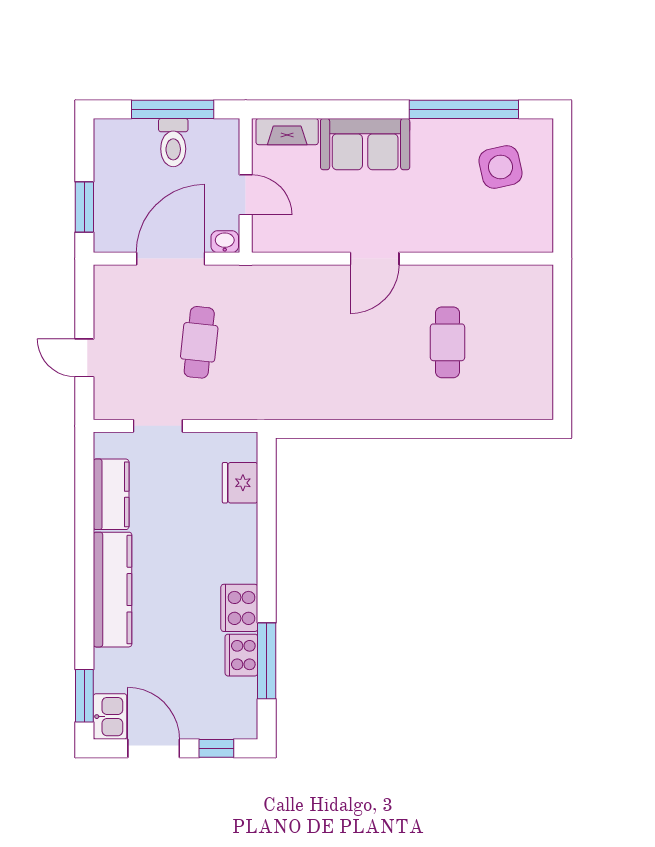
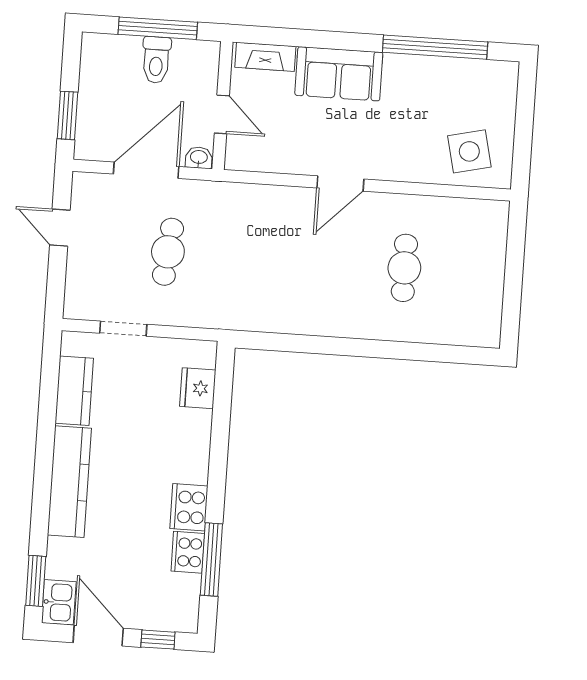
side table: (500, 167) -> (469, 151), moved
door: (84, 358) -> (60, 228), moved

